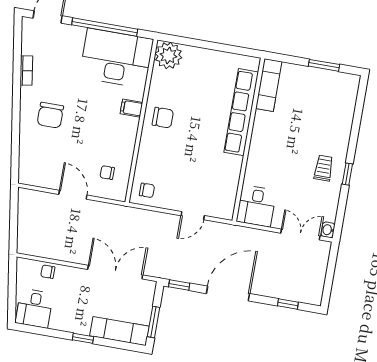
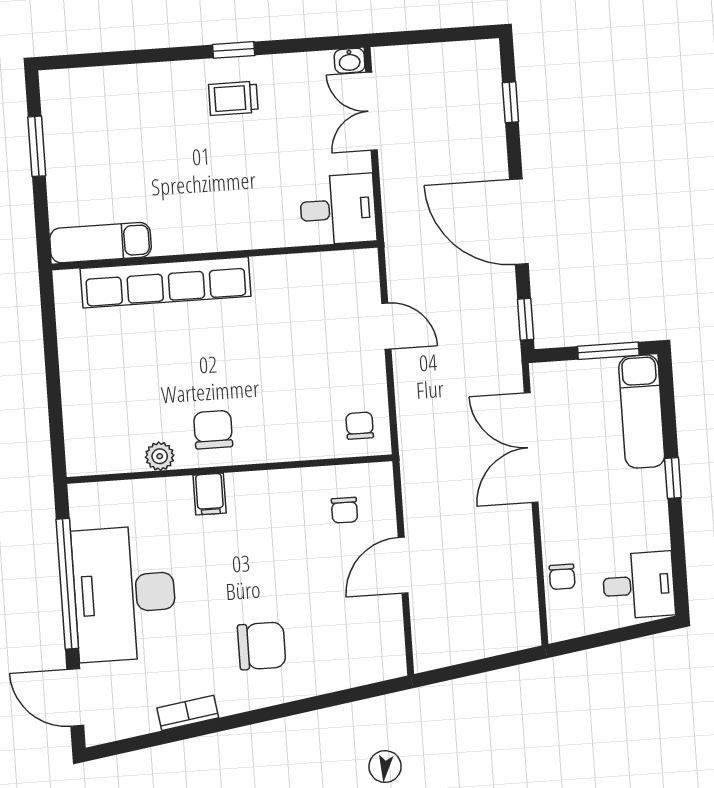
plant: (168, 55) -> (160, 456), moved, width x0.53, depth x0.53
desk: (116, 58) -> (125, 594), moved

